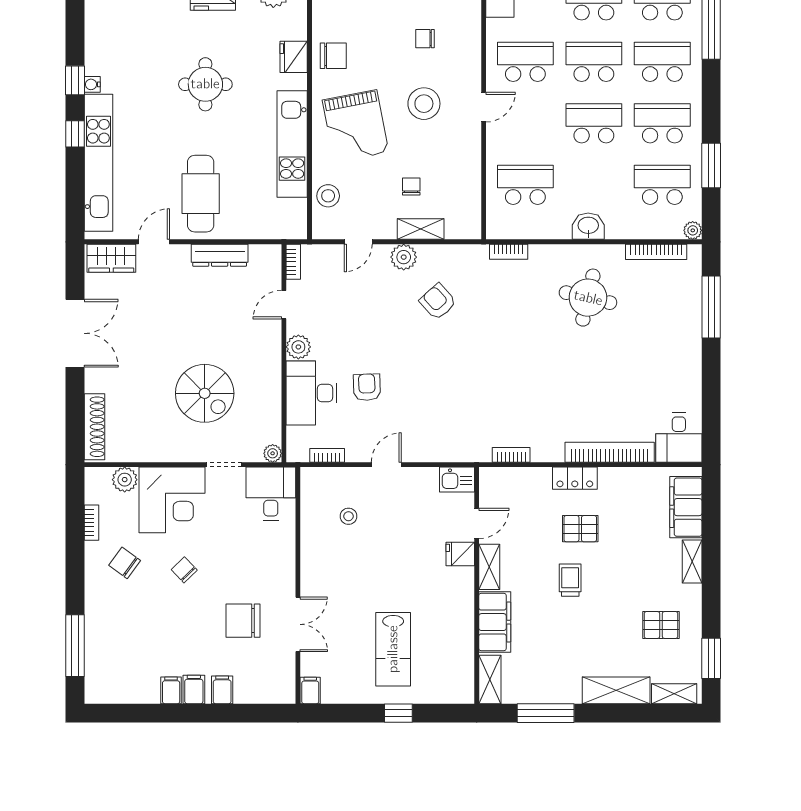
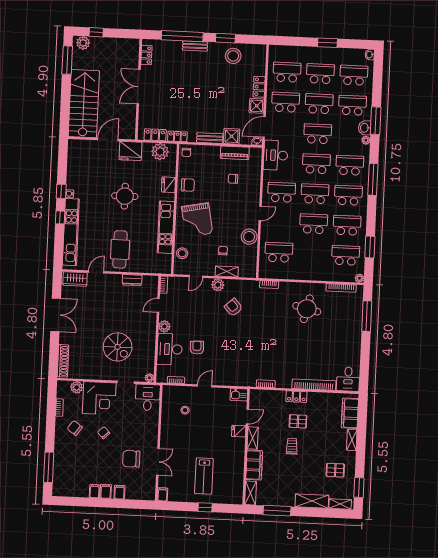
stool: (424, 104) -> (249, 237), moved
washbasin: (588, 226) -> (309, 274), removed
dresser: (220, 255) -> (132, 280), width x0.70

